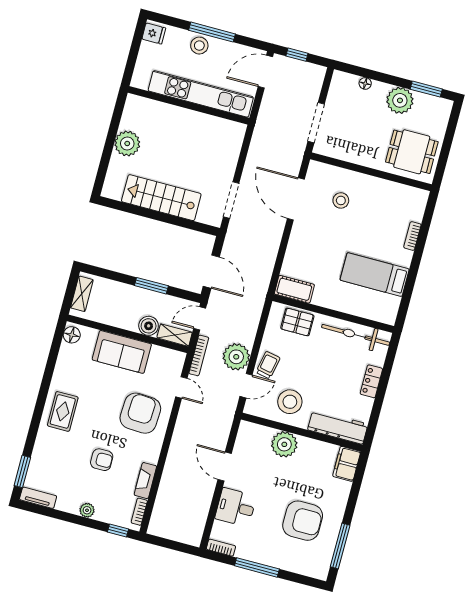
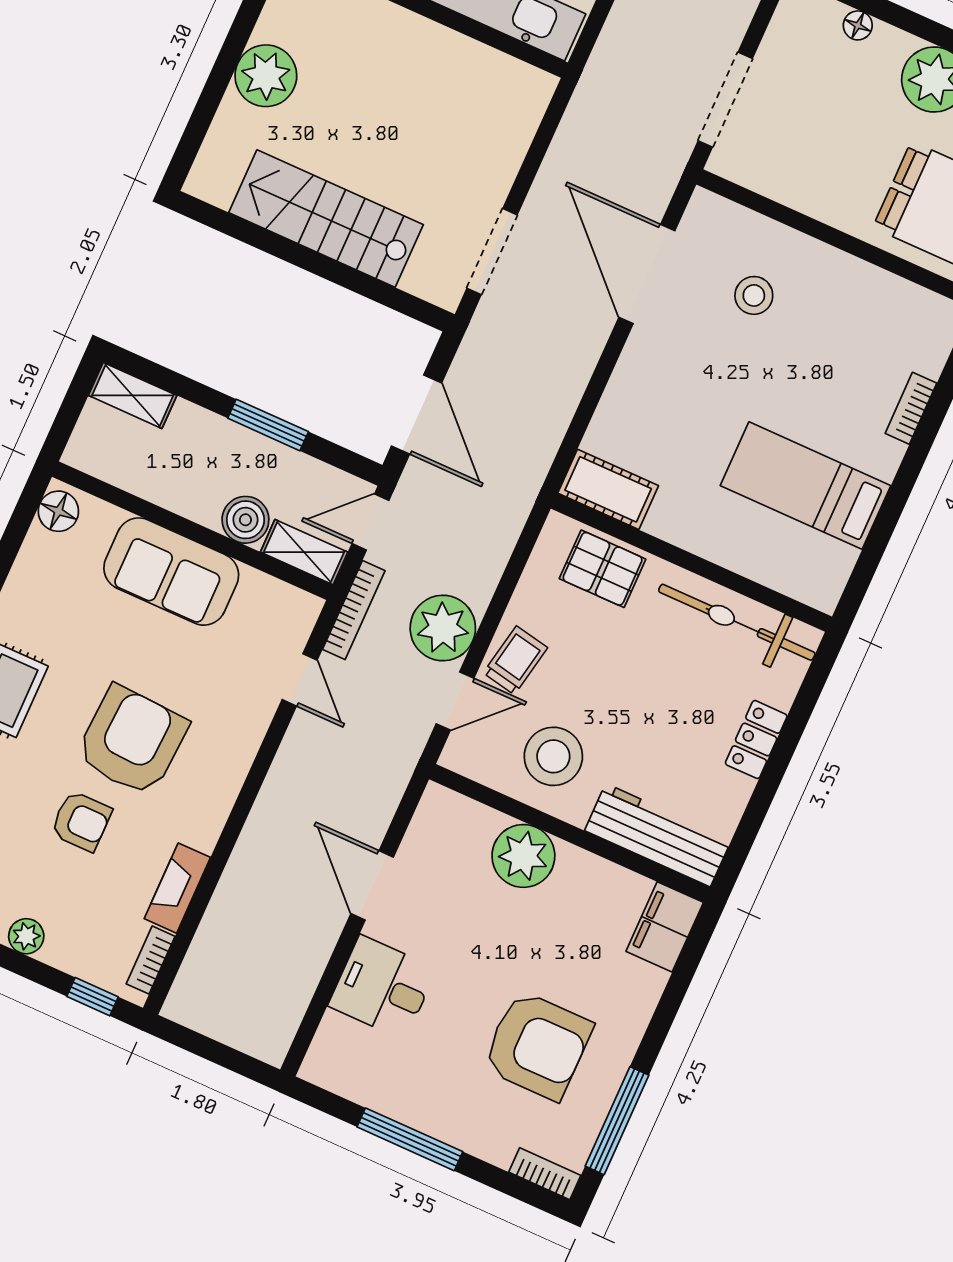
shelving: (82, 294) -> (133, 395), moved, turned 90
armchair: (140, 413) -> (132, 741), moved
bookcase: (221, 548) -> (545, 1174), moved

